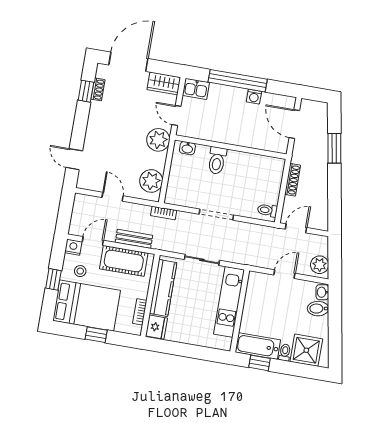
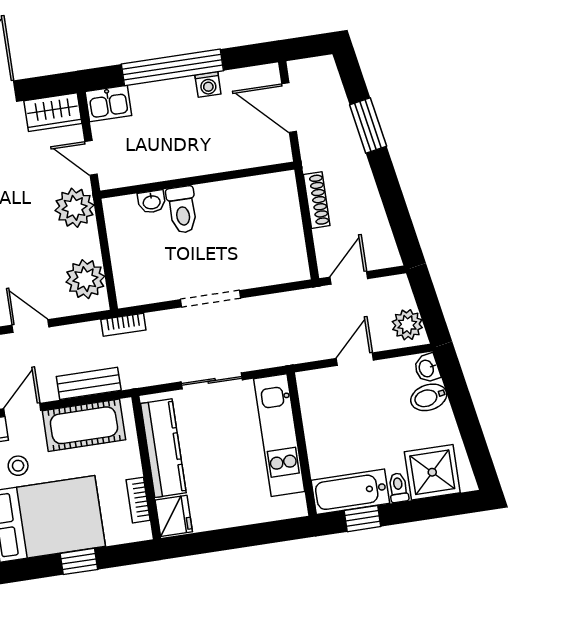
washbasin: (187, 148) -> (152, 202), moved
toilet: (267, 210) -> (292, 264), removed

